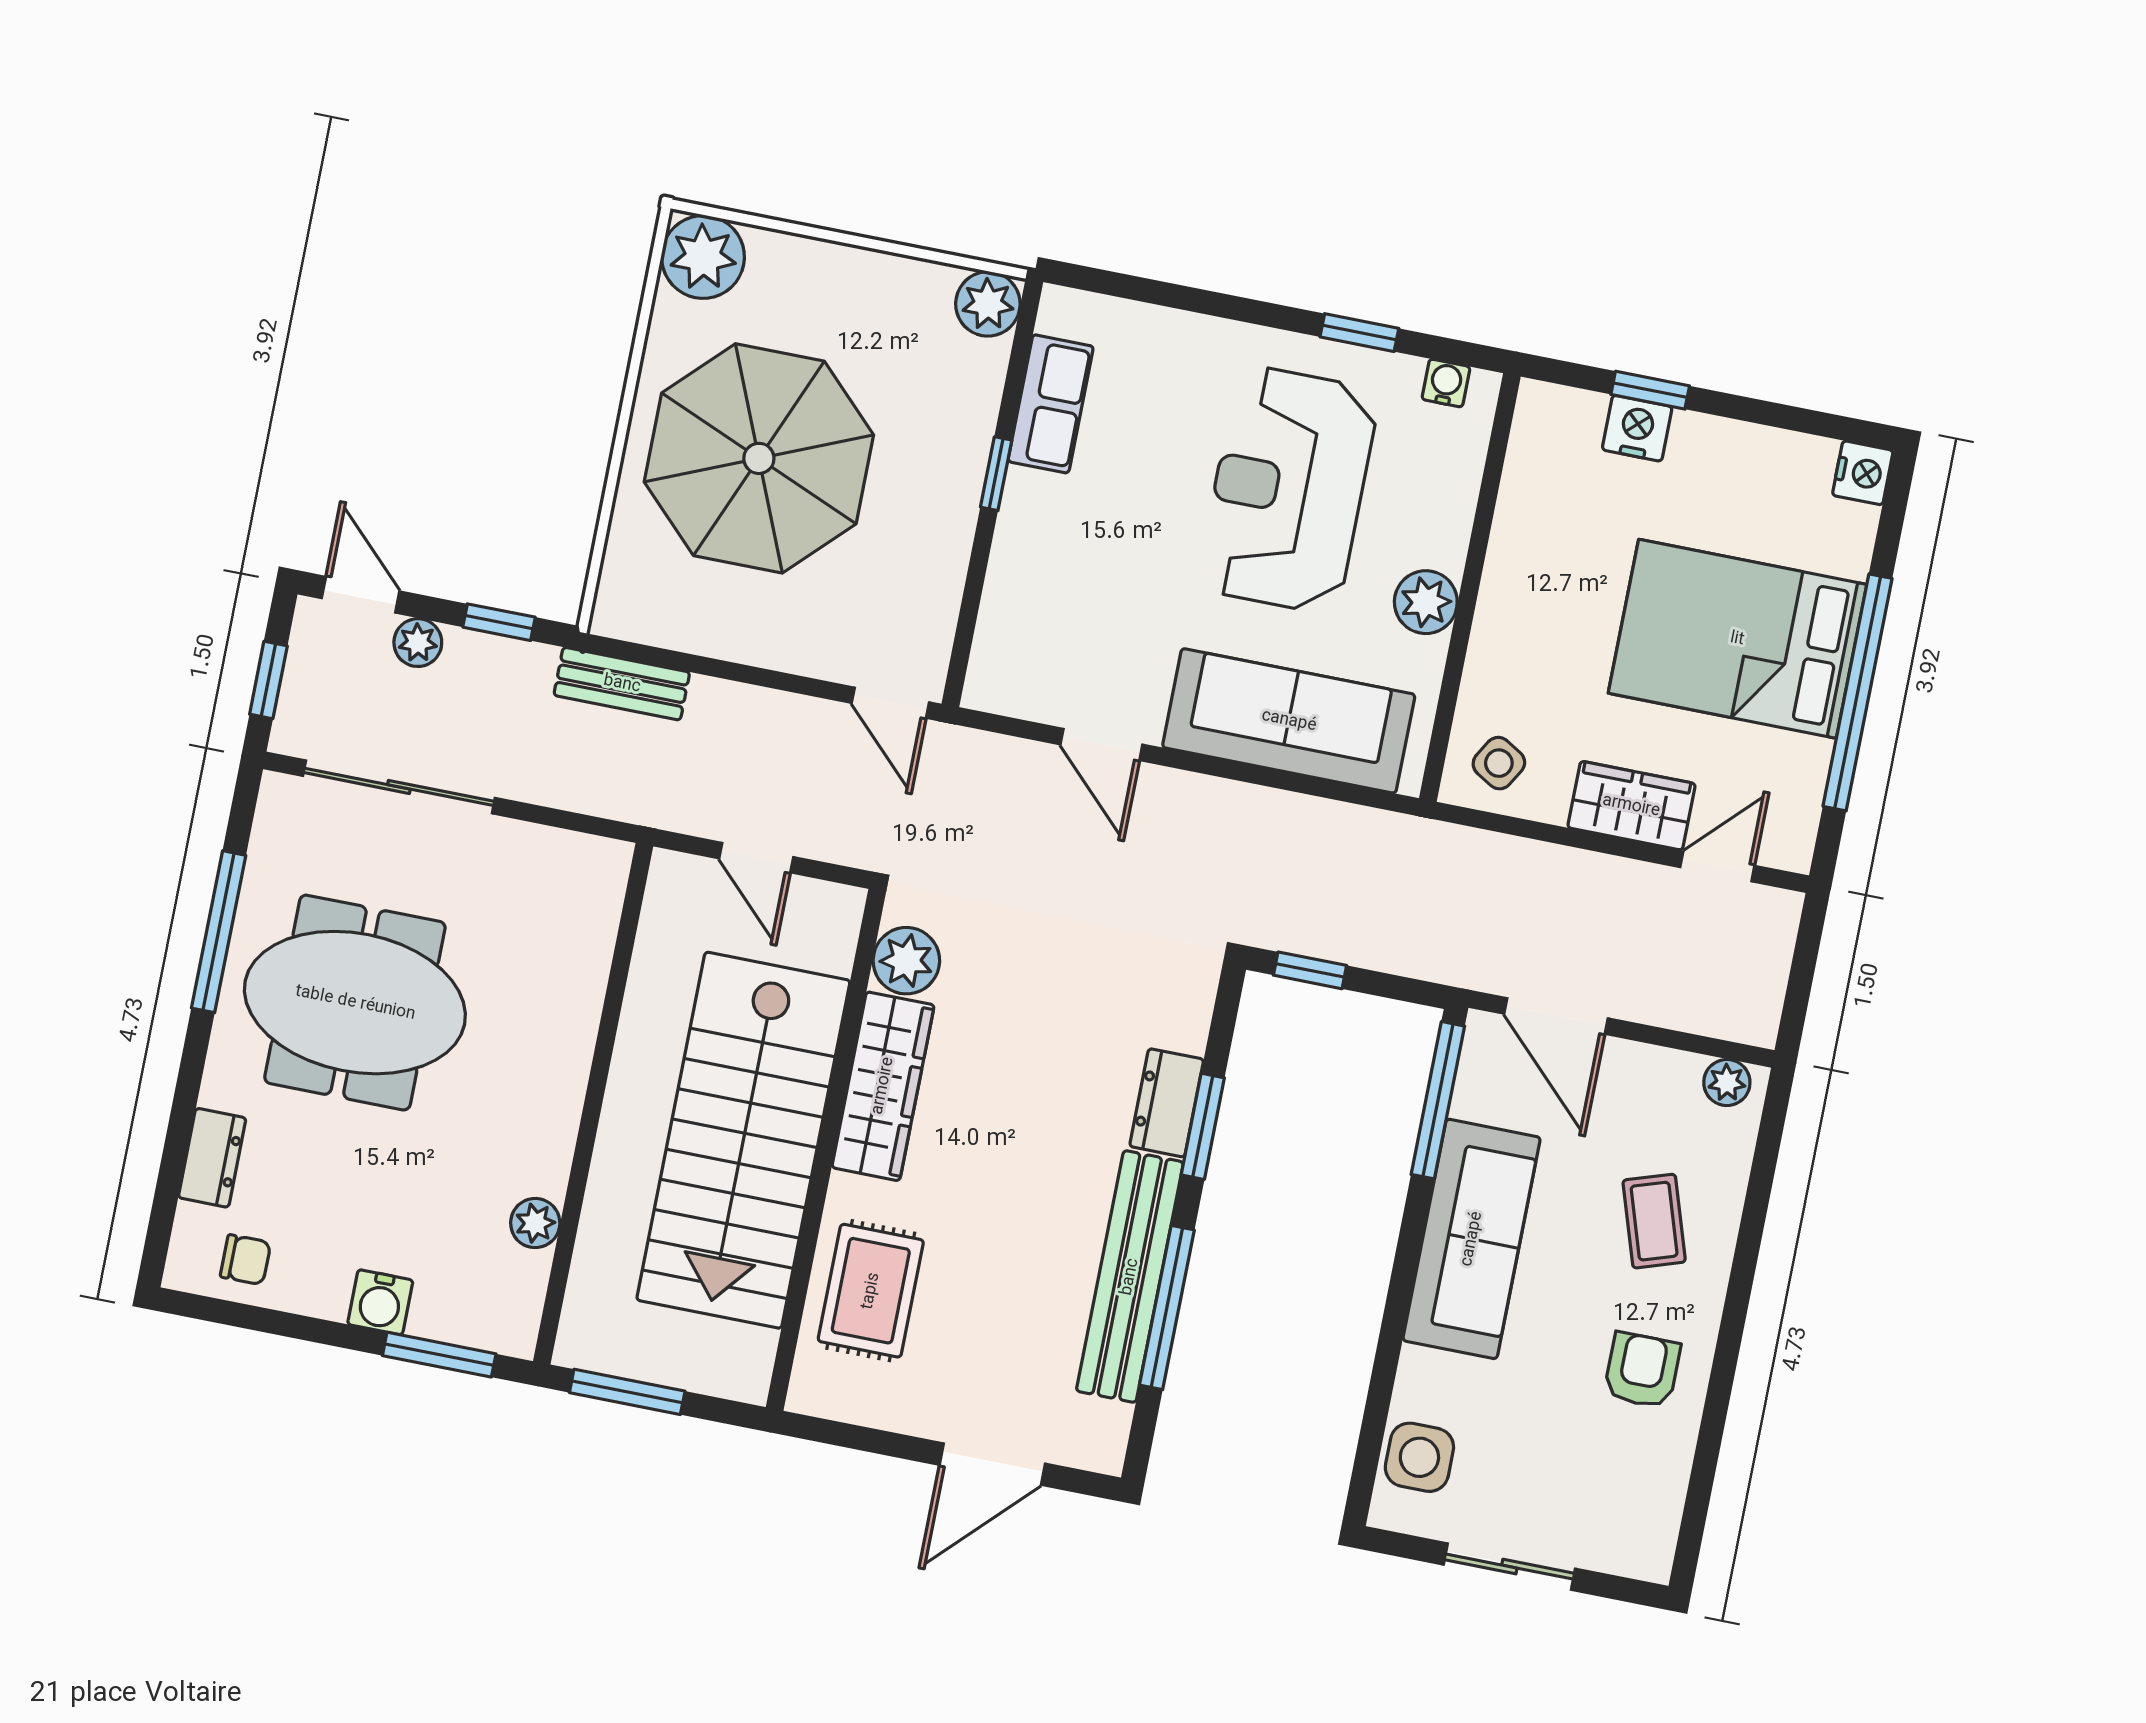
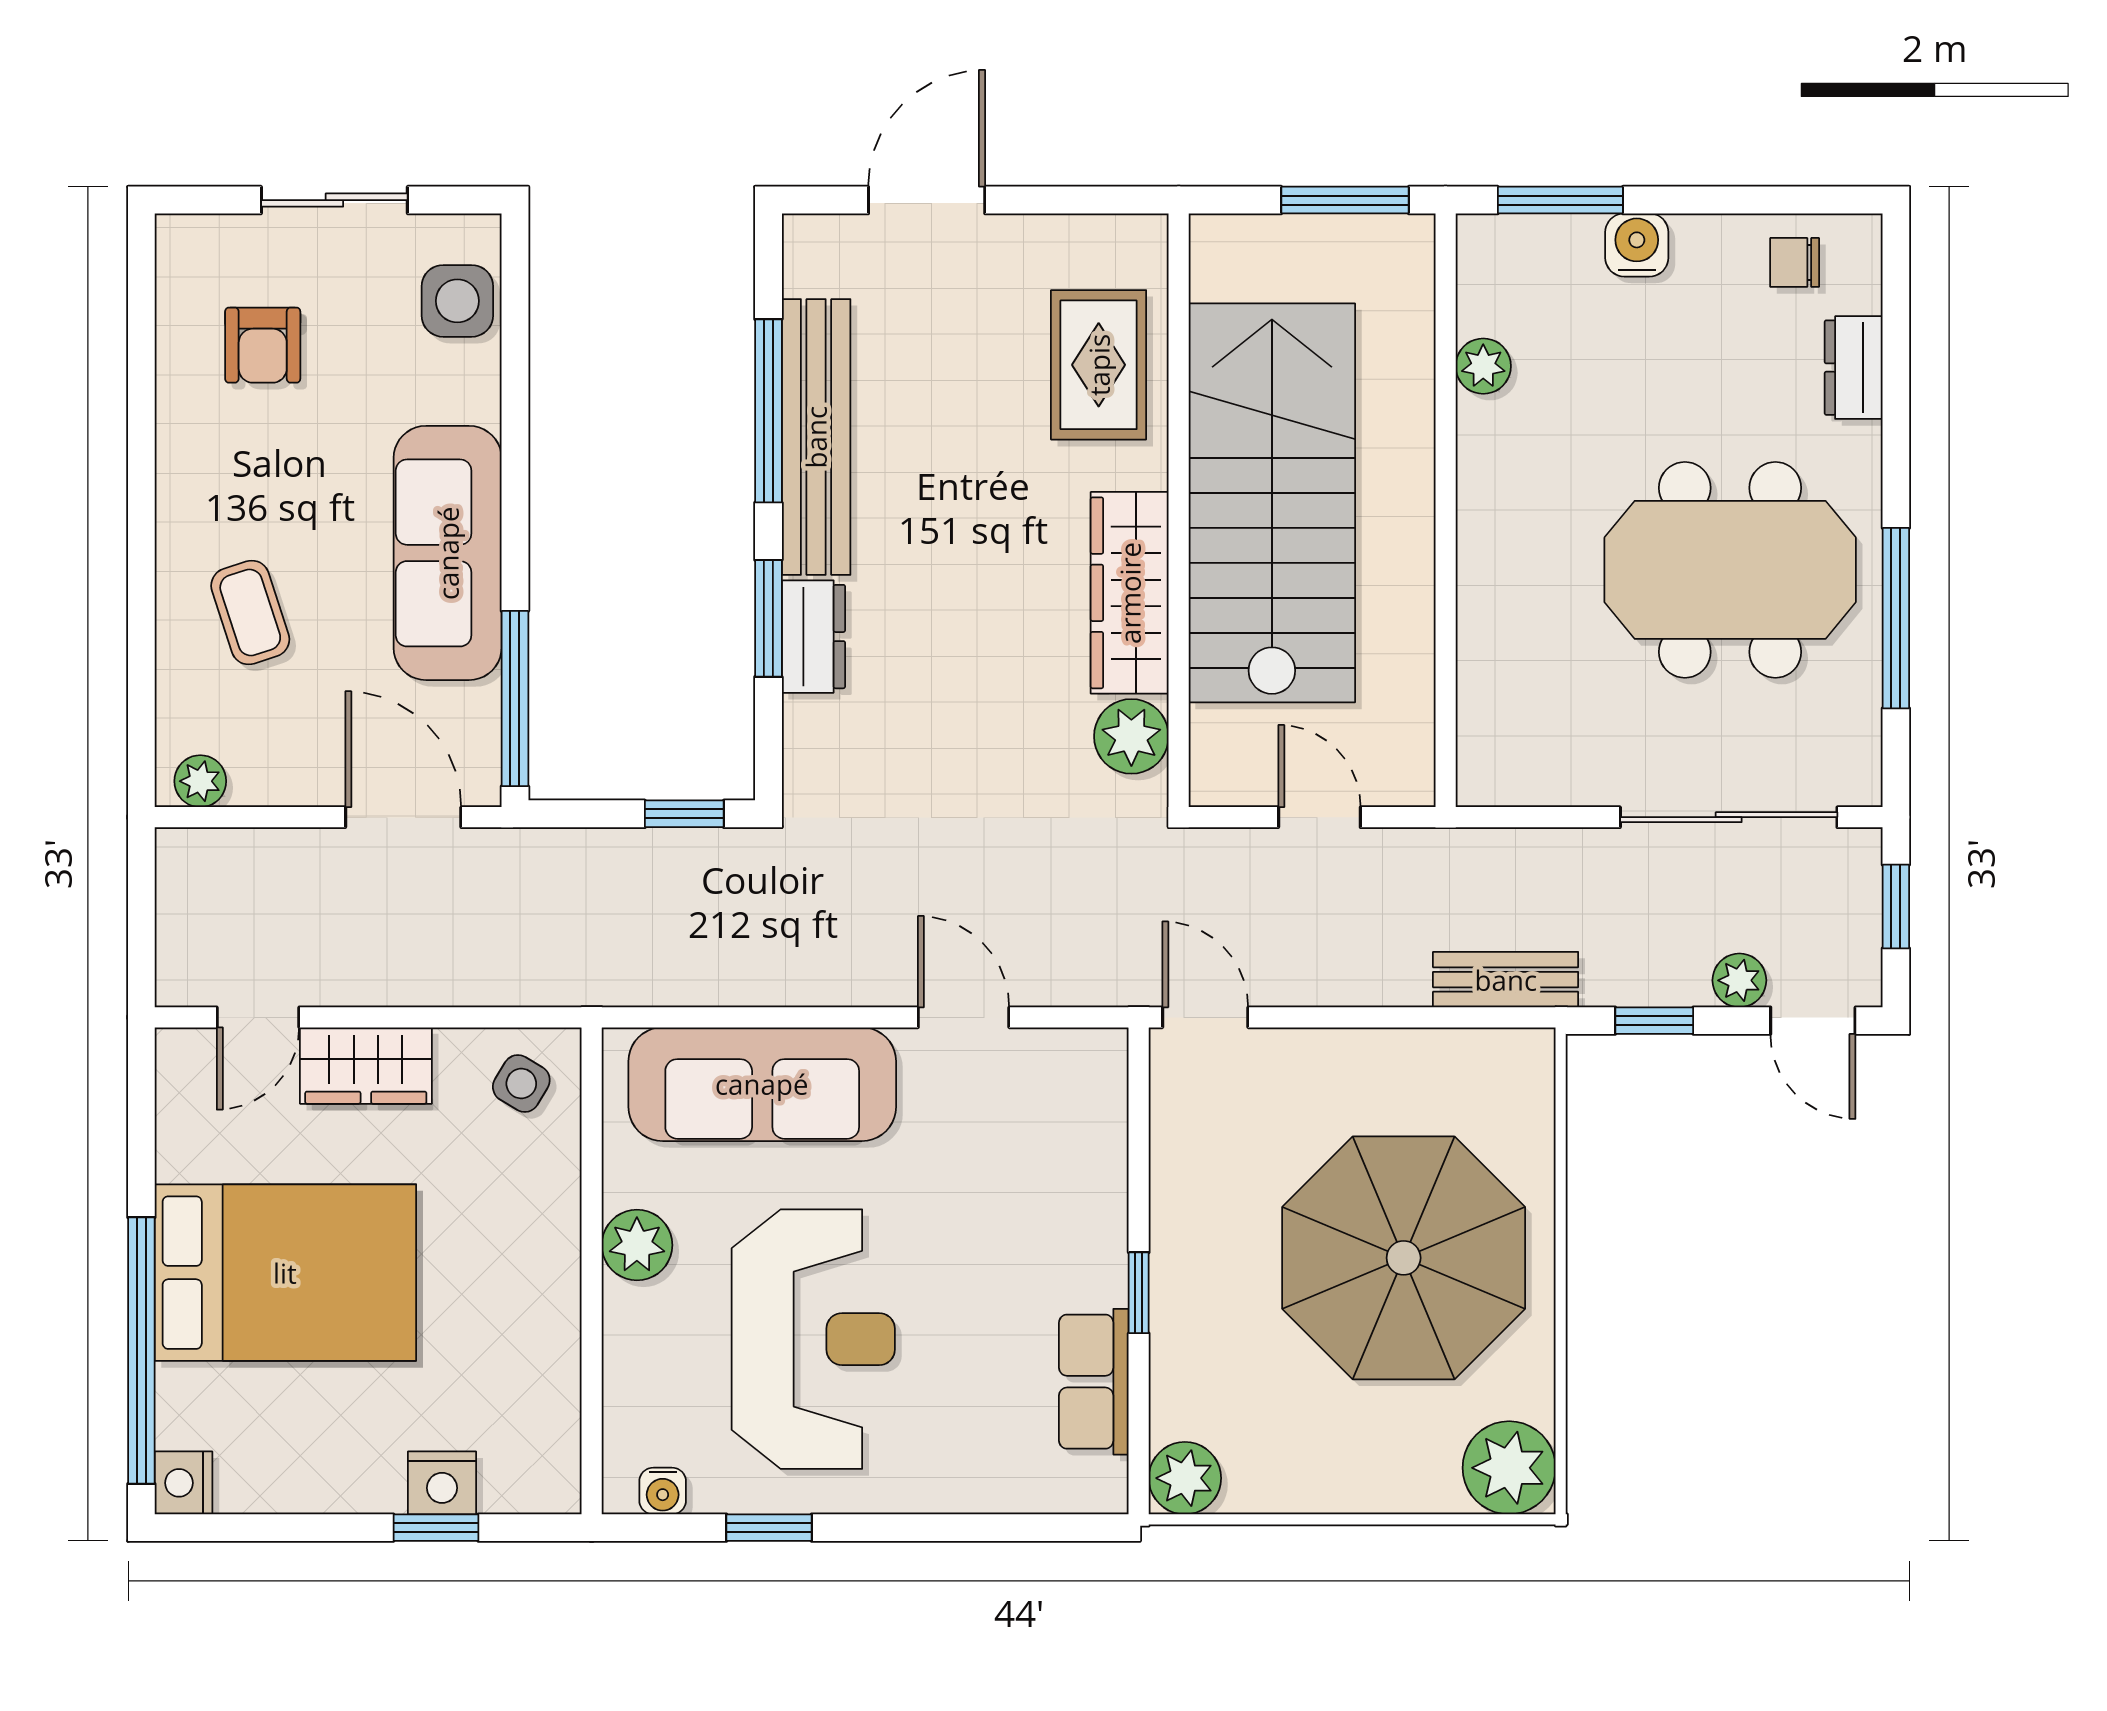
window: (1858, 692) -> (141, 1351), moved
armchair: (1642, 1370) -> (263, 345), moved

